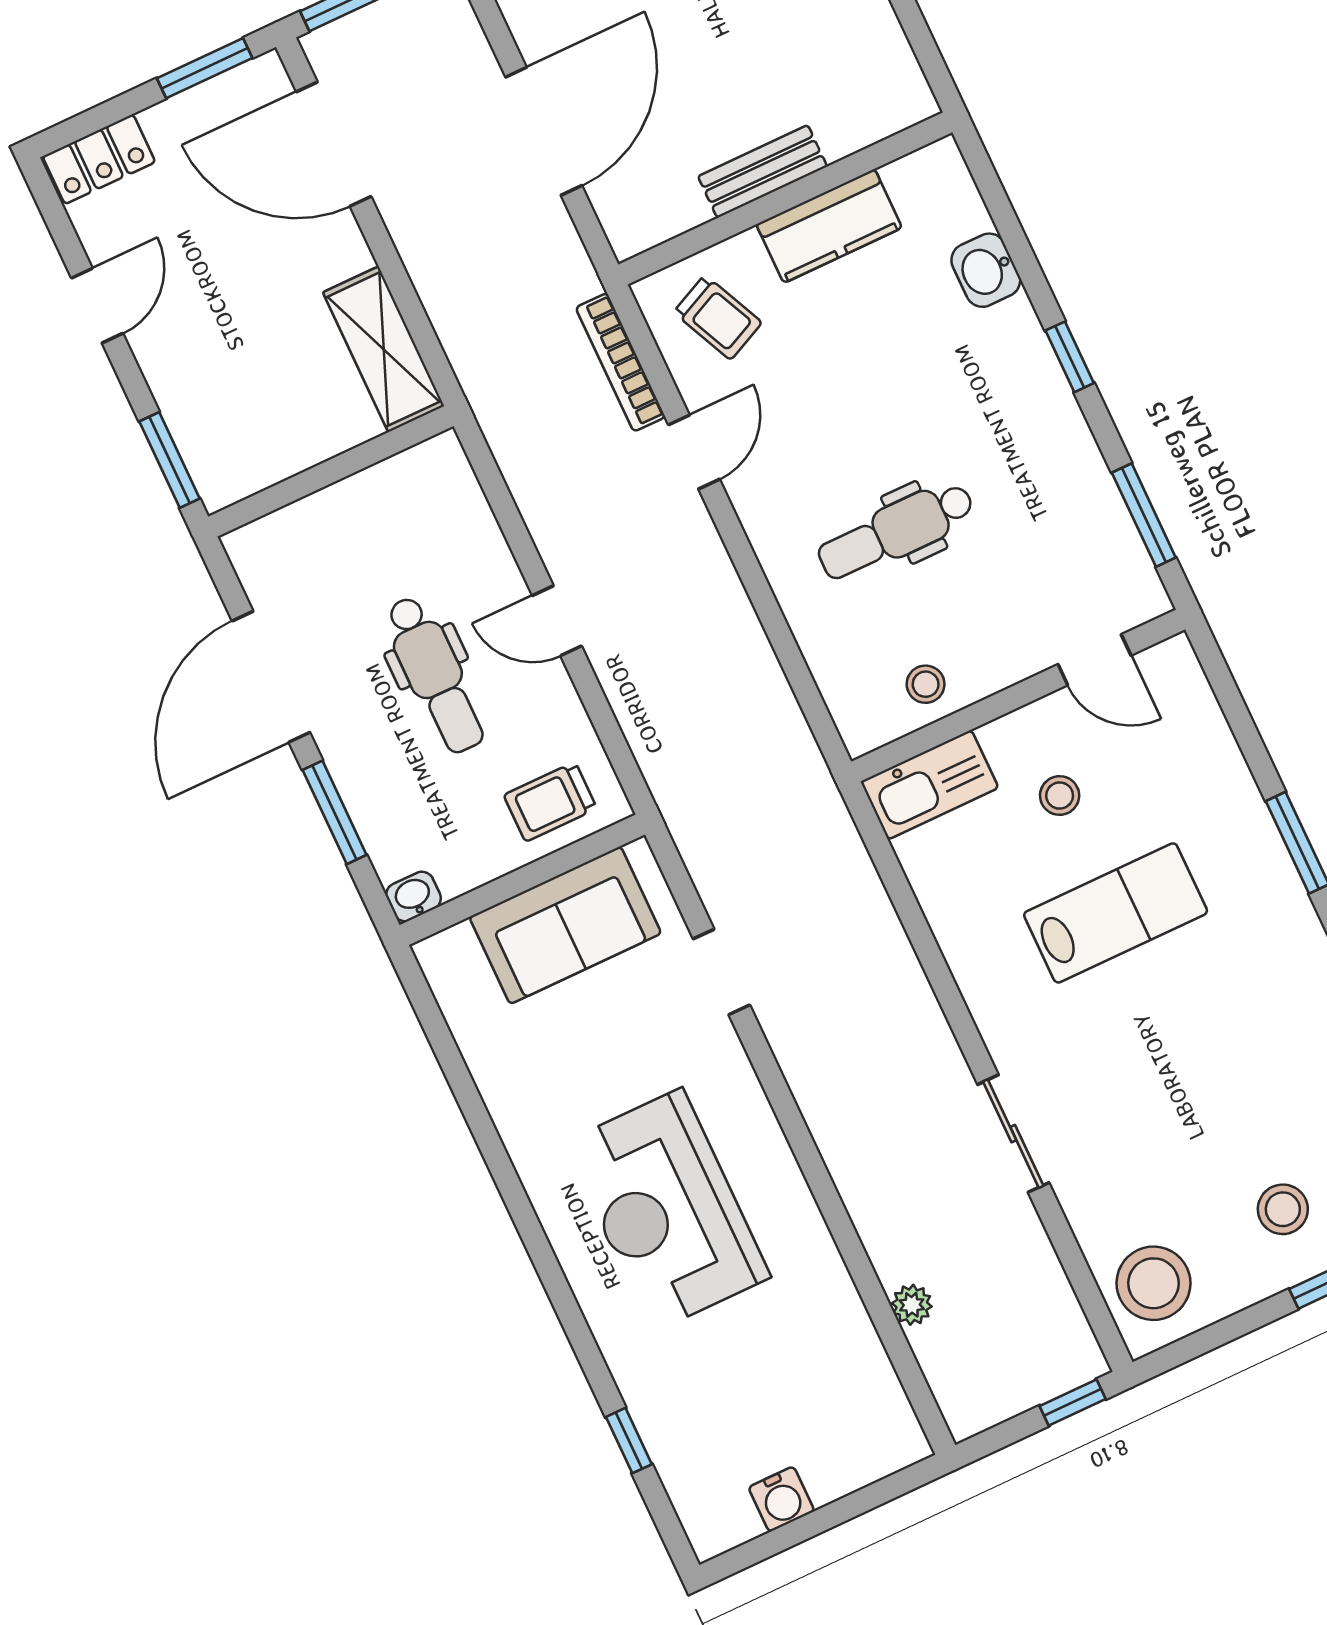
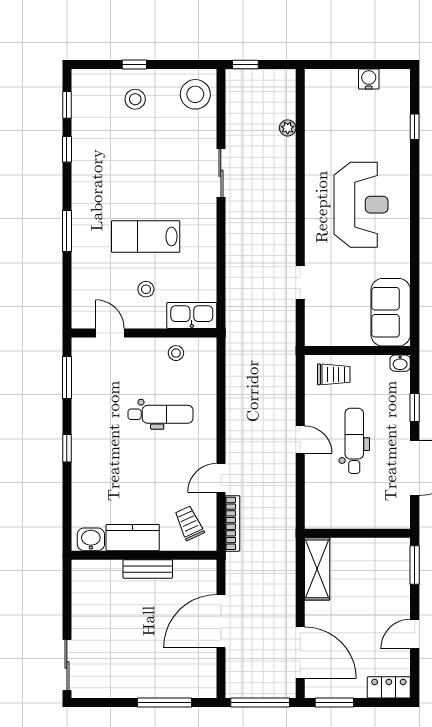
washbasin: (986, 270) -> (91, 539), moved, turned -90
window: (335, 812) -> (415, 408), width x0.67
sofa: (565, 925) -> (391, 312), moved, turned -90

